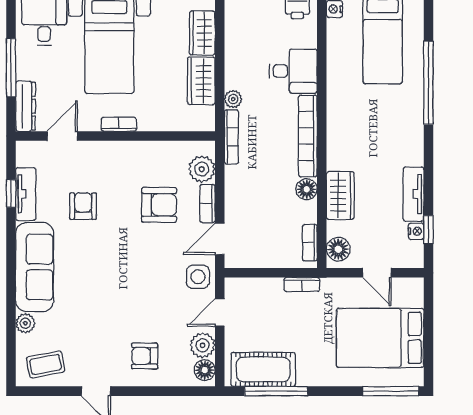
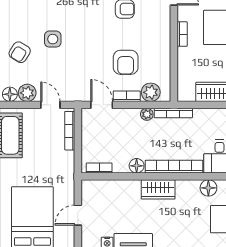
plant: (233, 99) -> (147, 114), moved
wardrobe: (340, 195) -> (158, 189), moved
floor lamp: (338, 249) -> (208, 188), moved
side table: (198, 277) -> (53, 39), moved
bookcase: (302, 285) -> (70, 131), moved, width x1.56
armchair: (145, 356) -> (20, 52), turned -148

